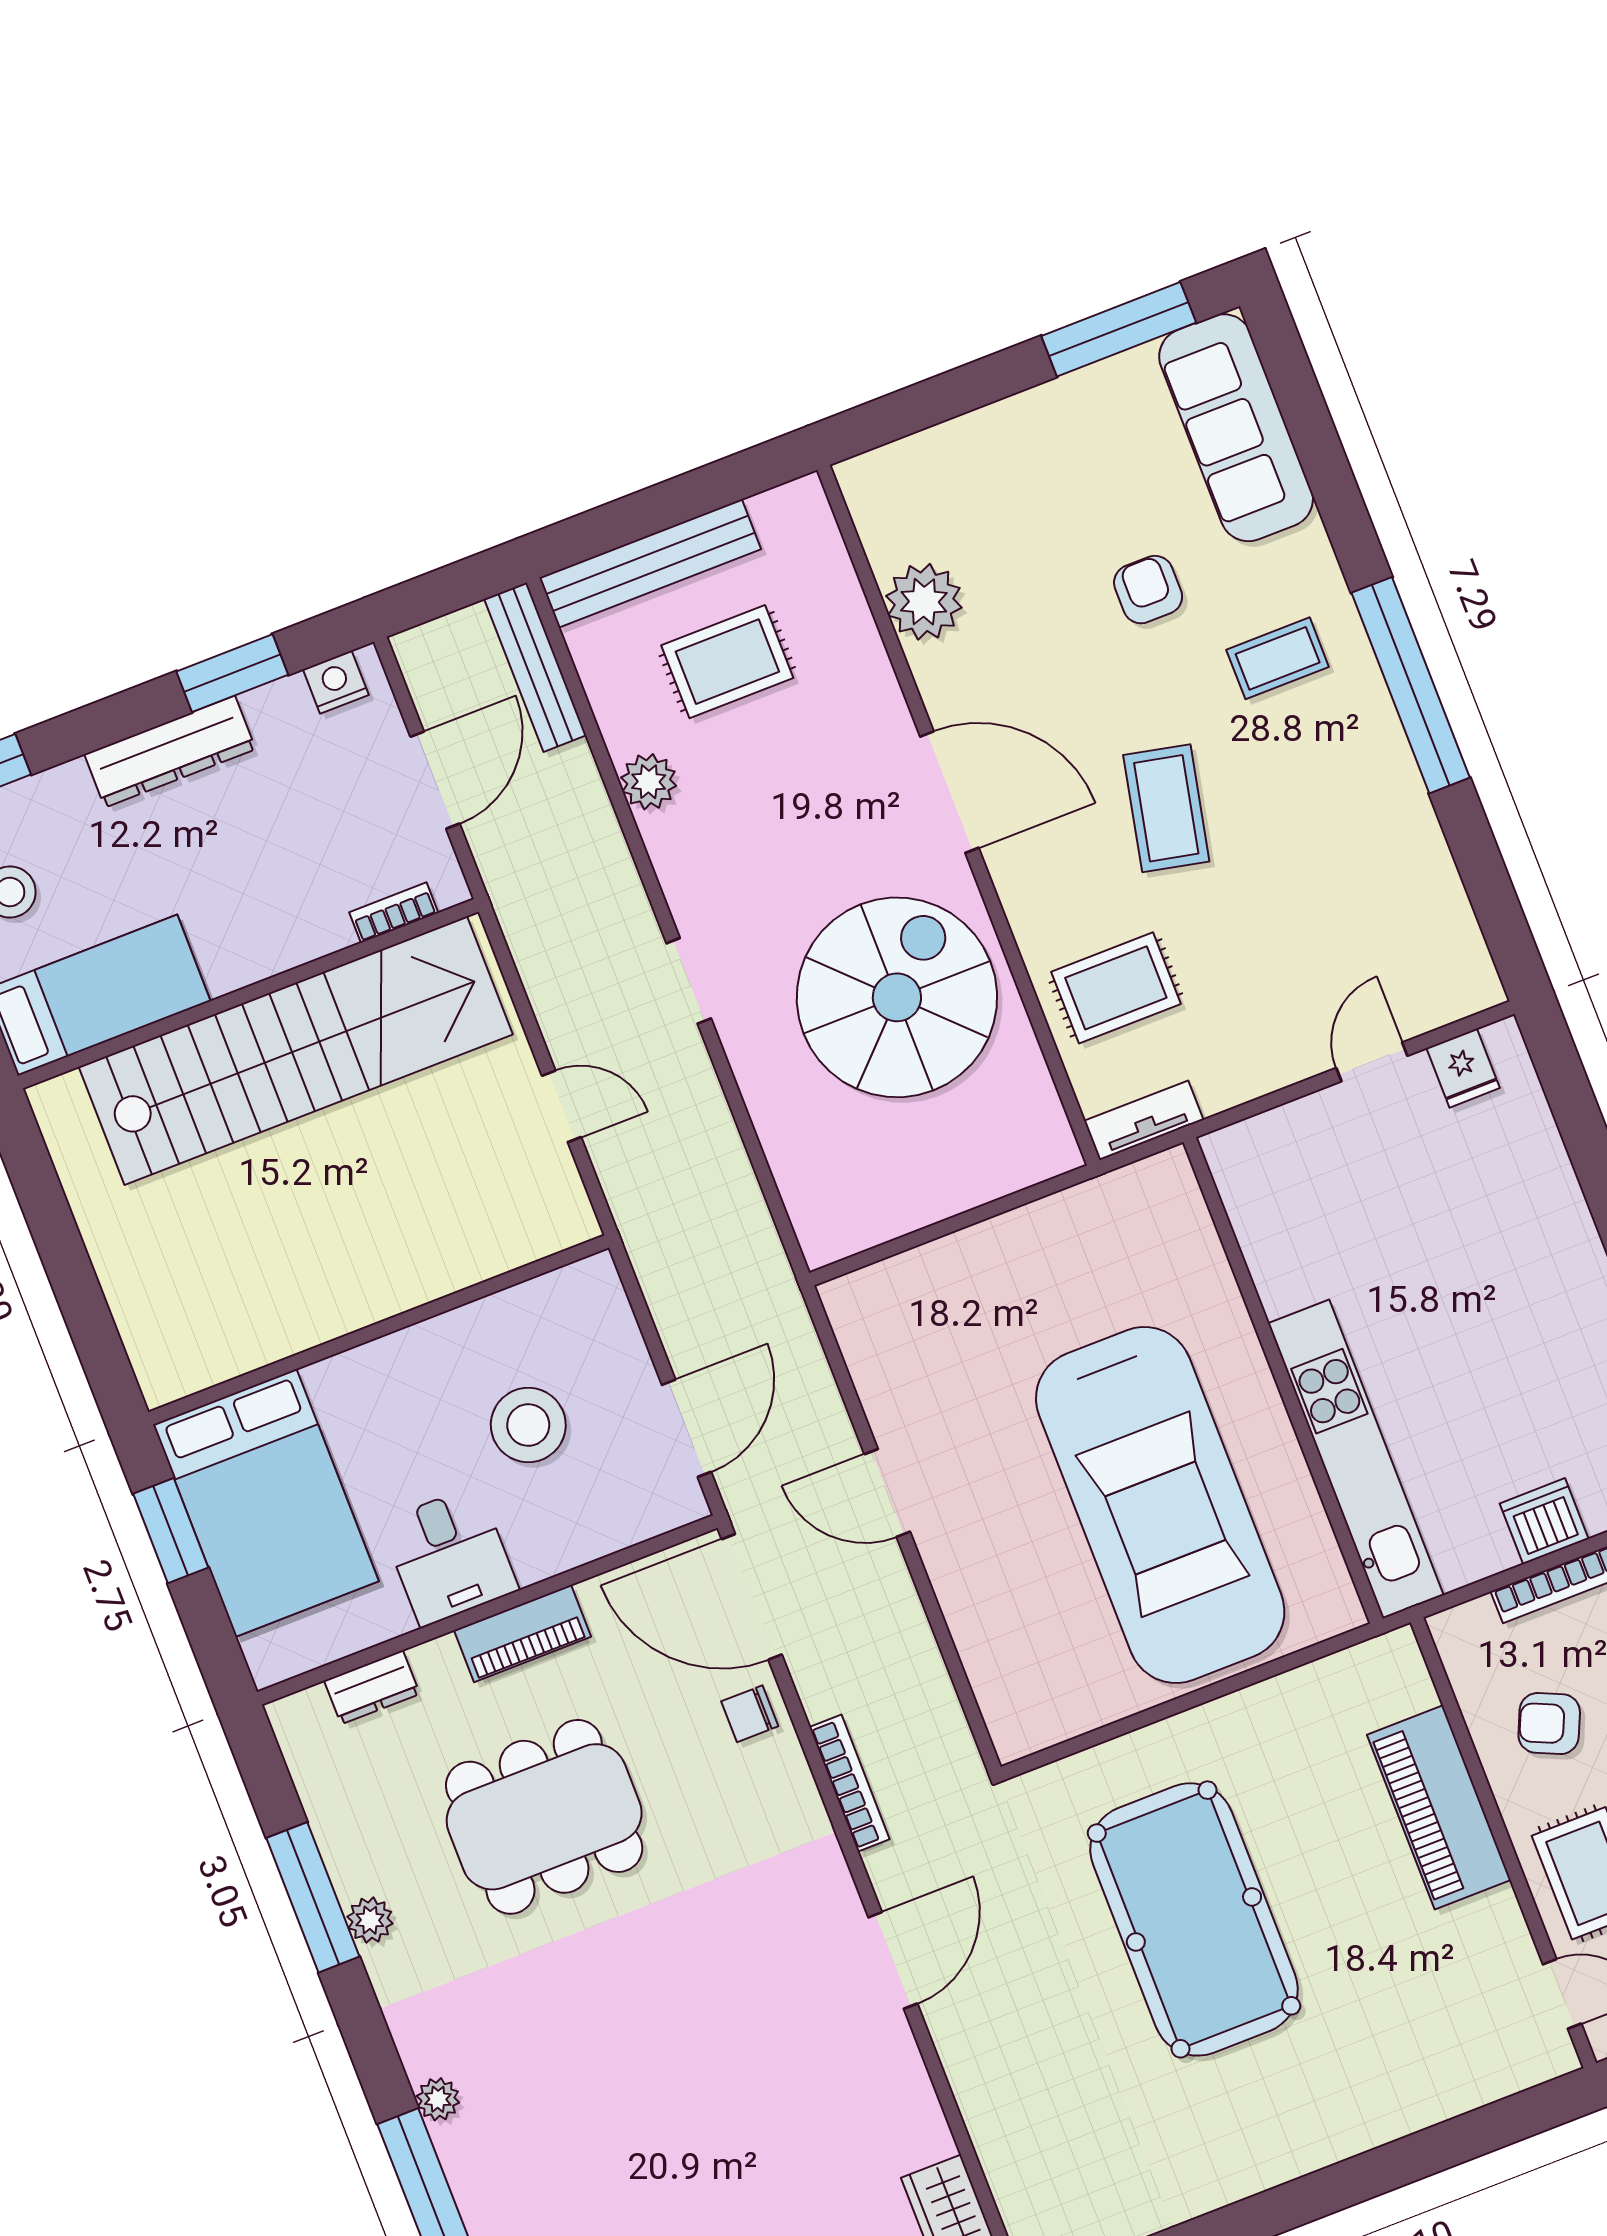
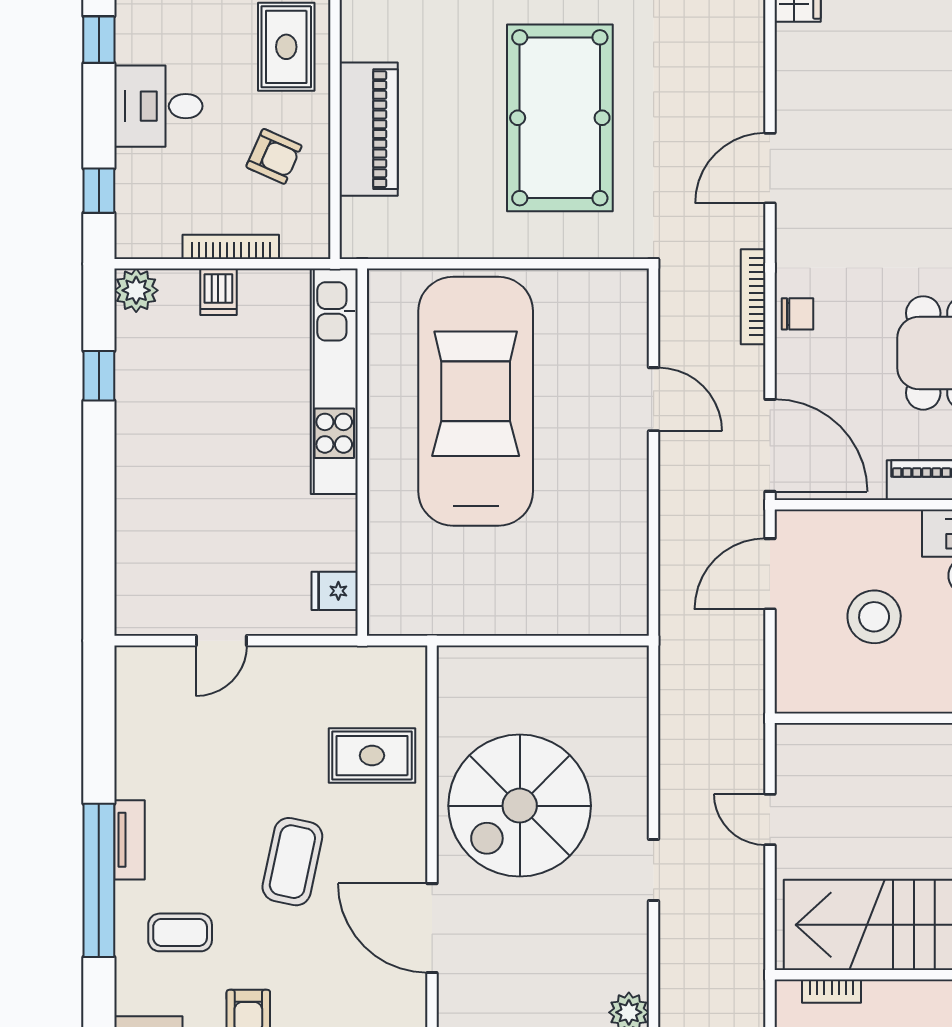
fridge: (1463, 1068) -> (335, 591), moved, turned -90
tv unit: (1144, 1120) -> (130, 840), moved, turned -90
door: (887, 1493) -> (654, 399), moved
dishwasher: (1544, 1521) -> (218, 292), width x0.73
chair: (750, 1714) -> (798, 314), moved

